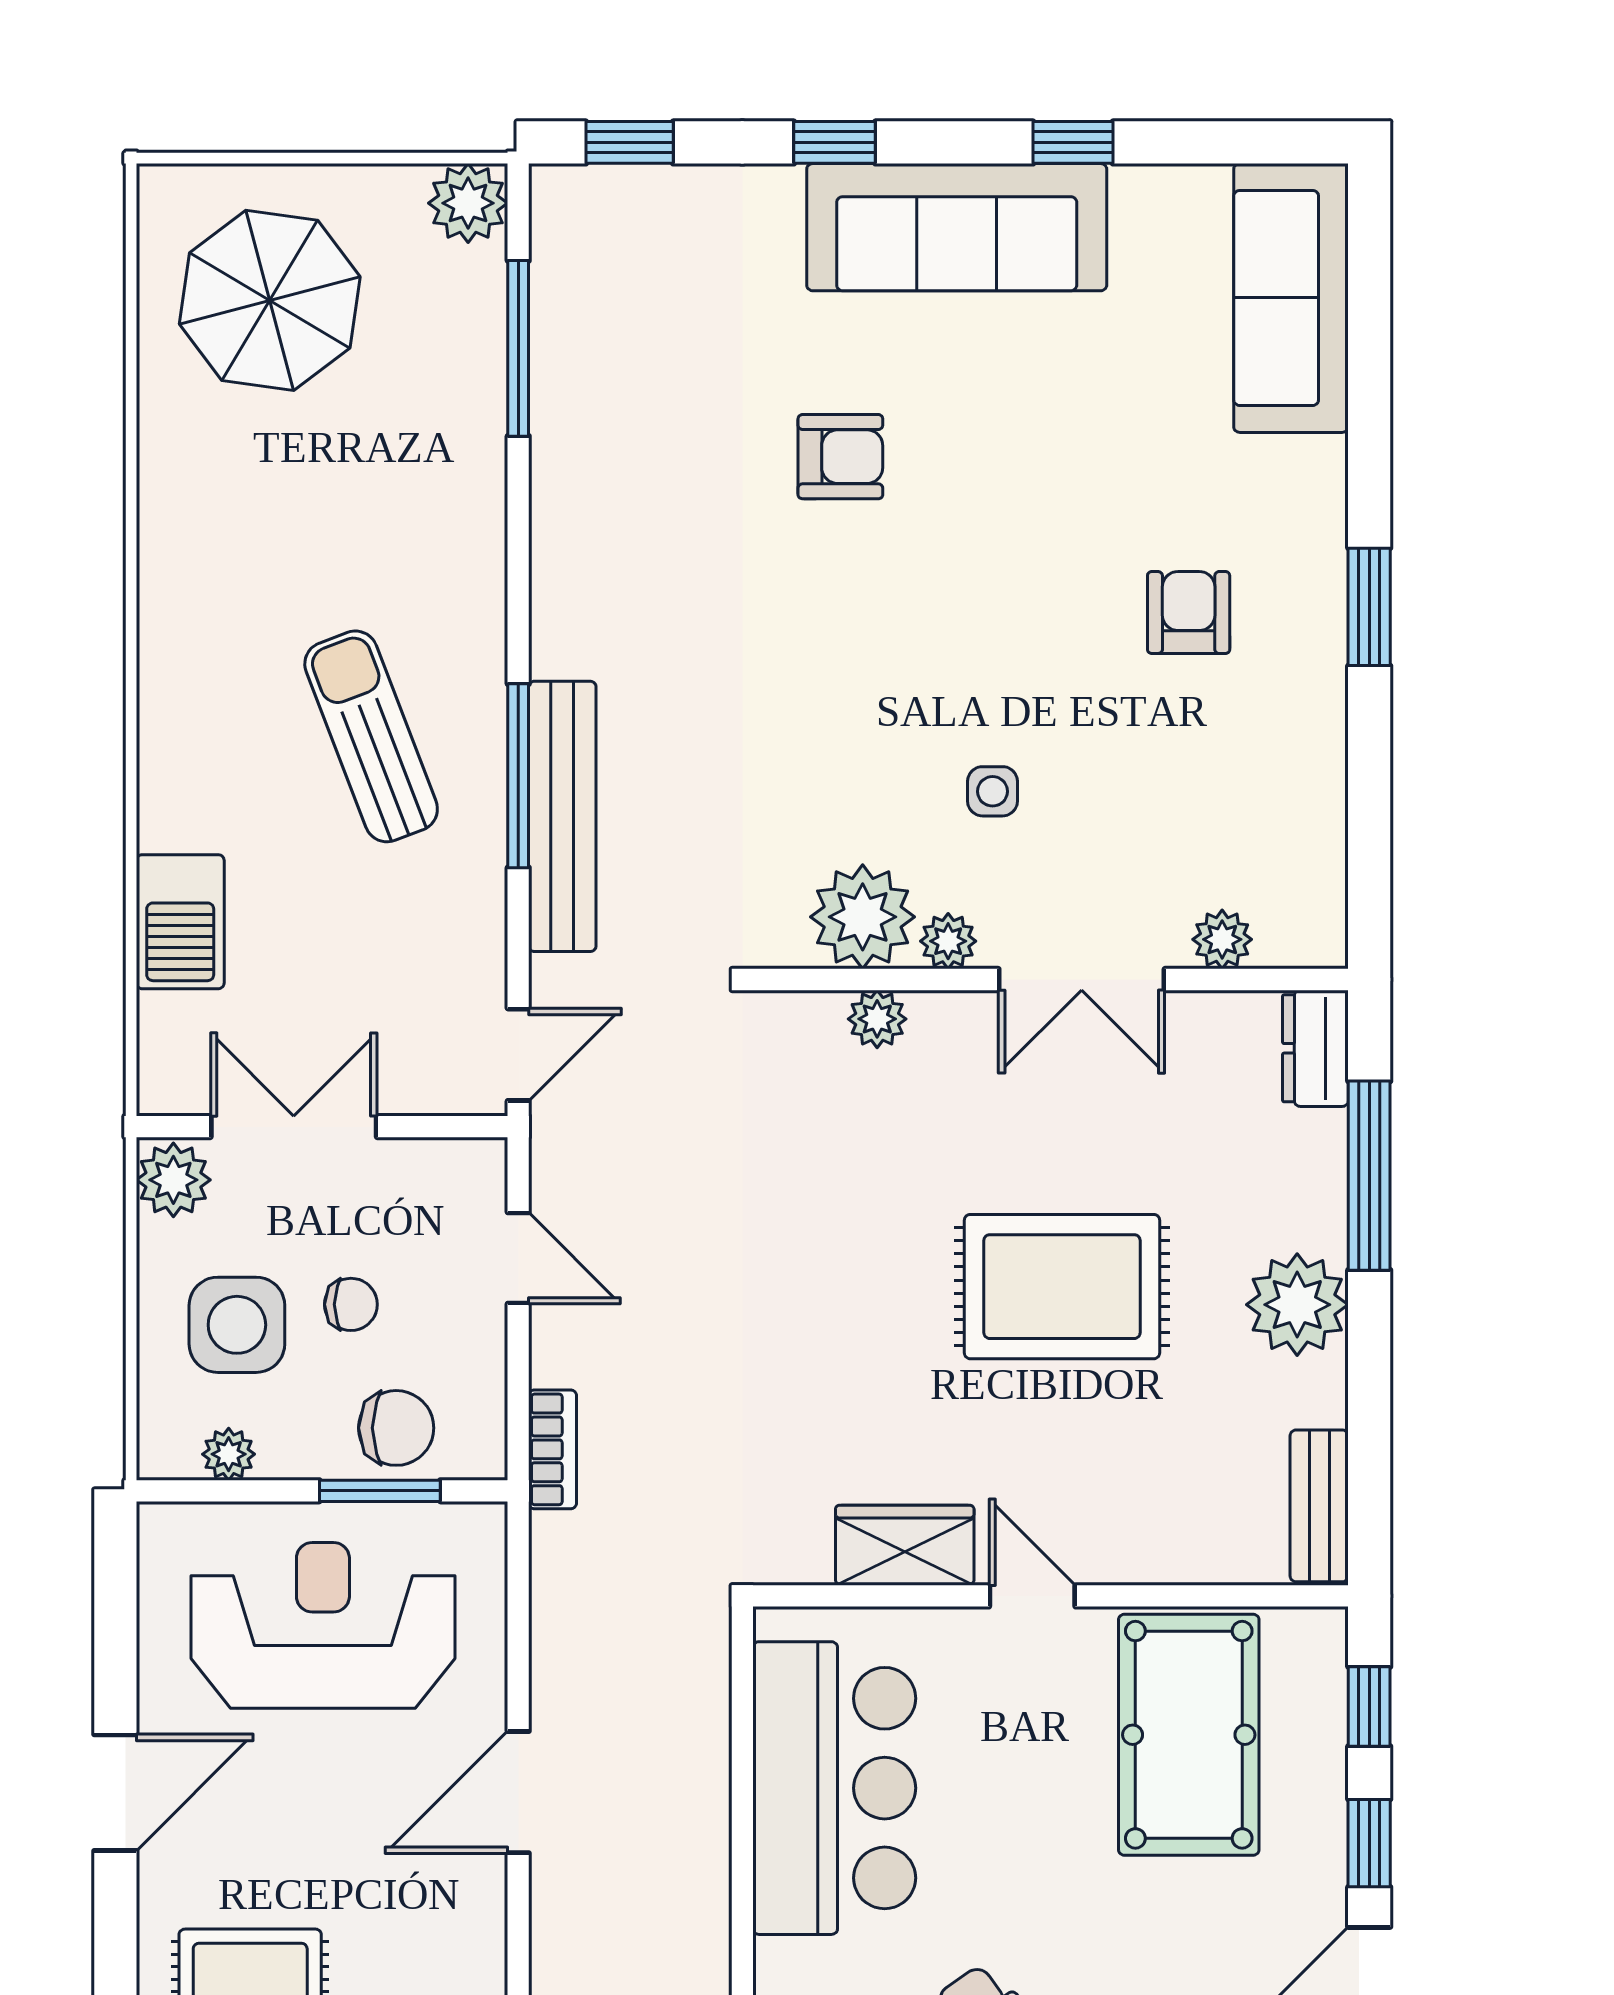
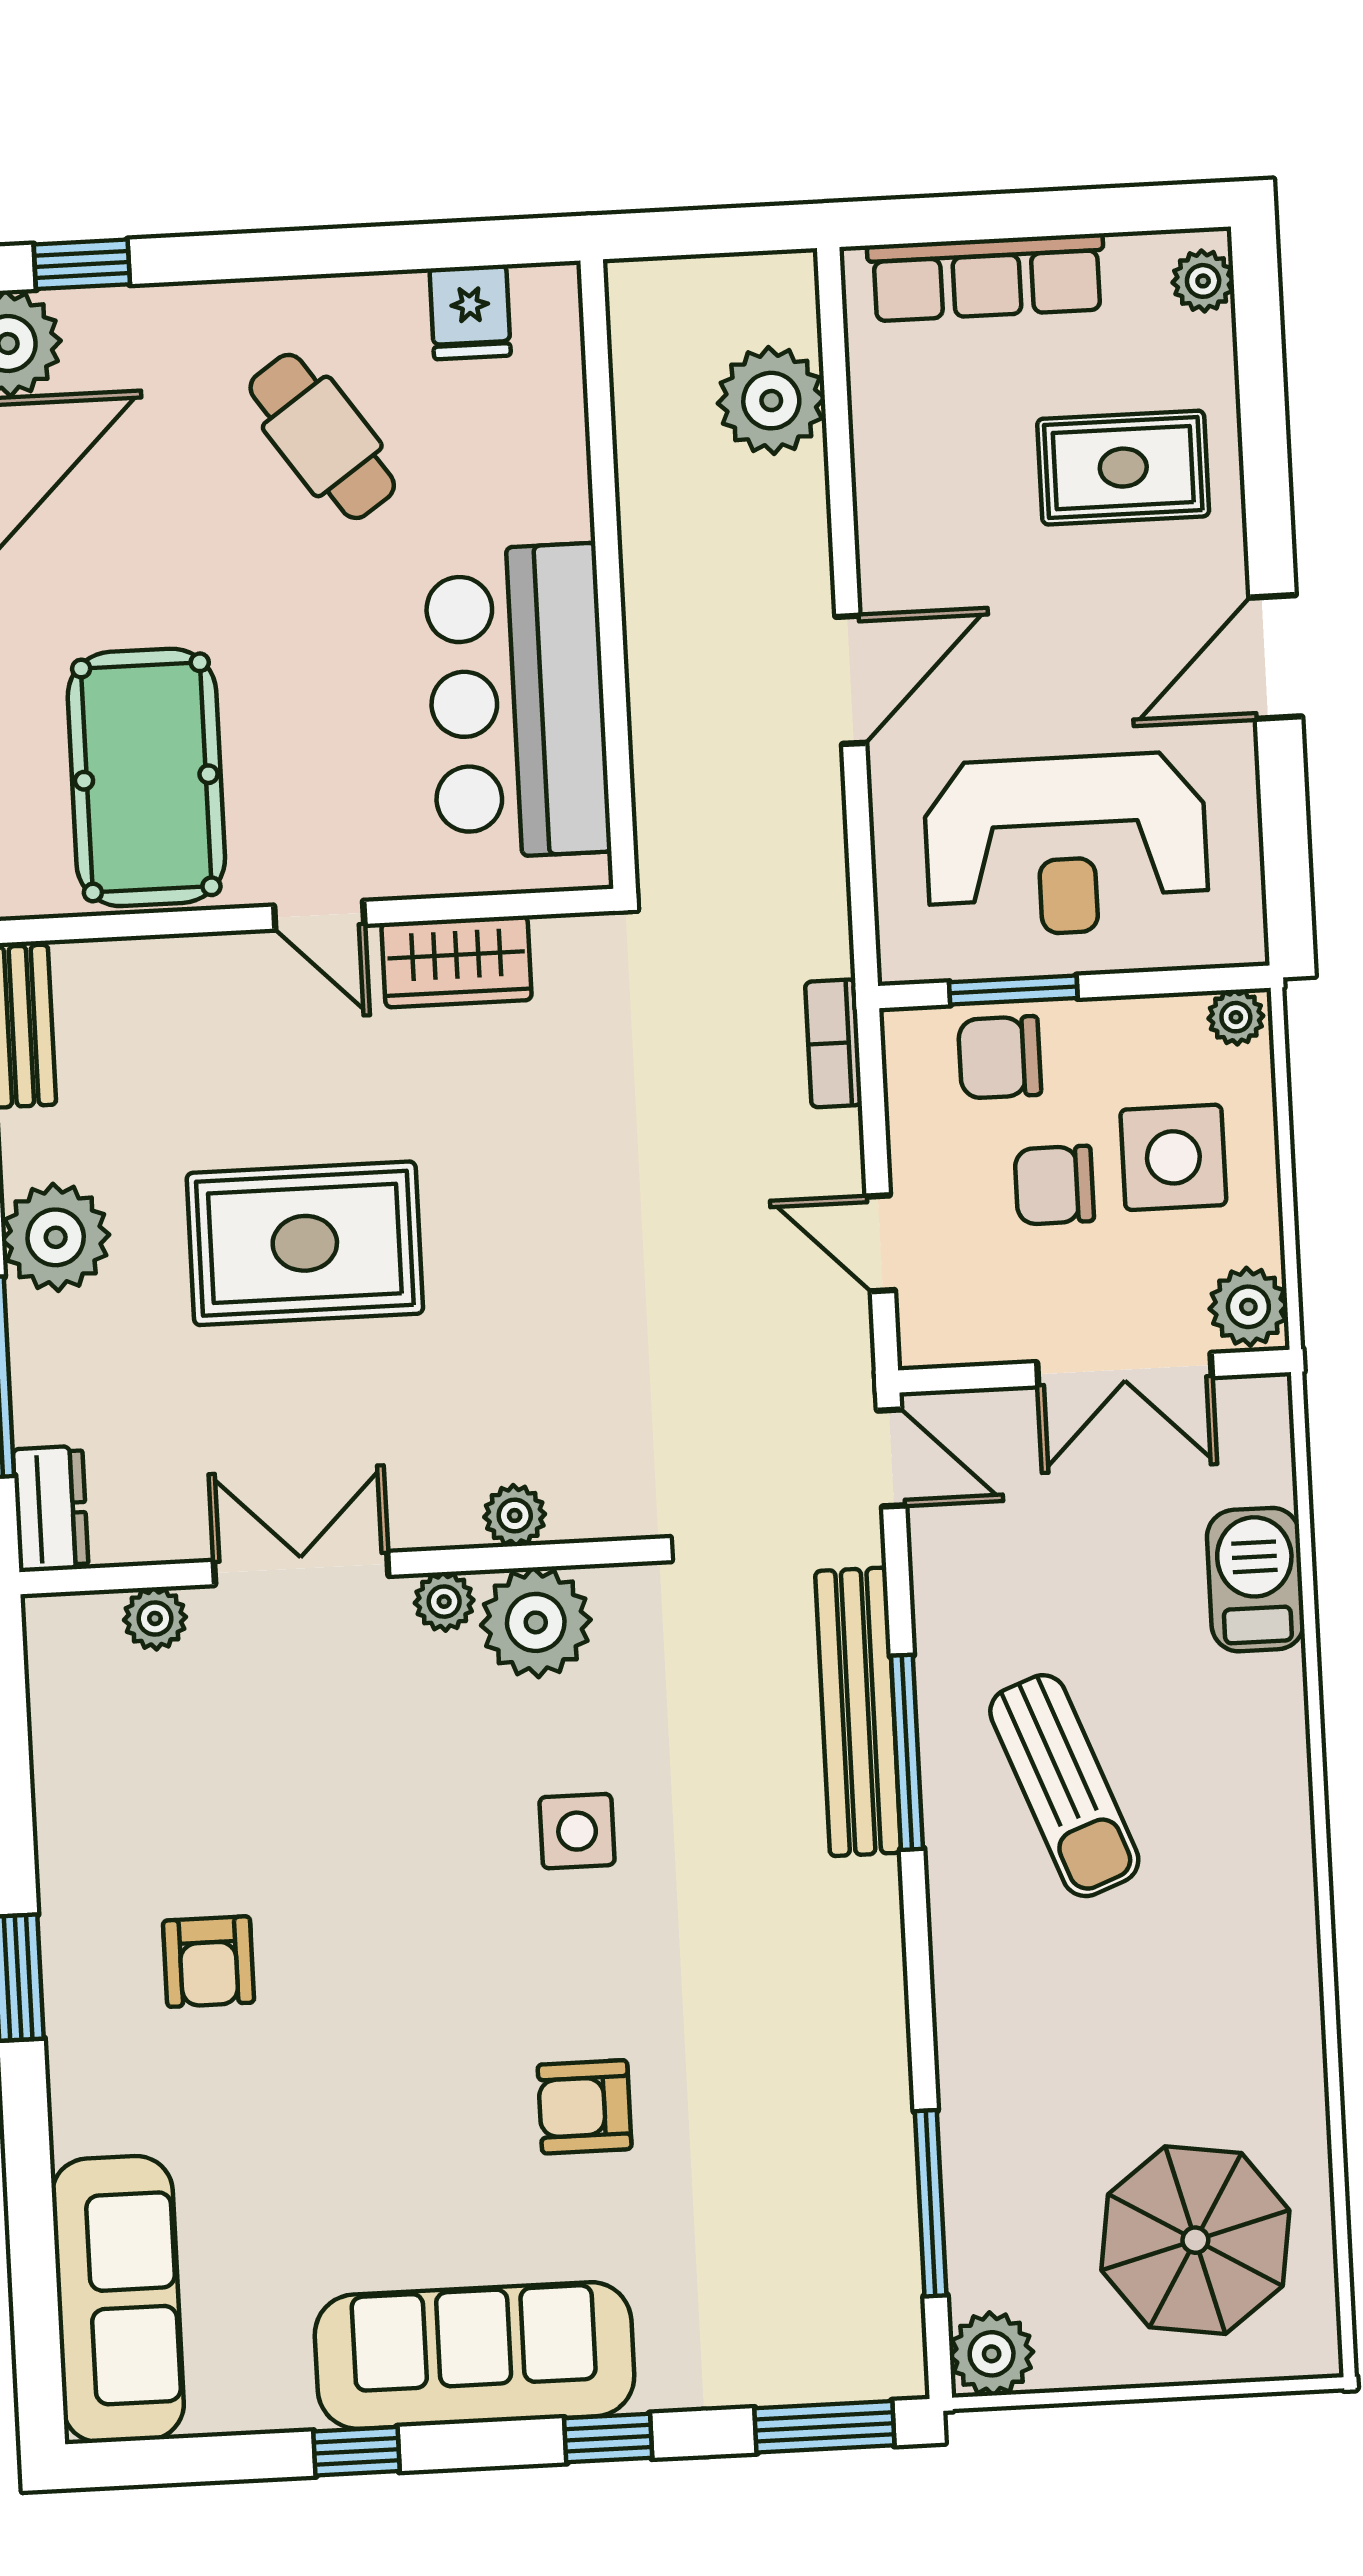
window: (630, 142) -> (824, 2427), width x1.50
side table: (993, 791) -> (577, 1831), moved, width x1.37, depth x1.37
door: (518, 1055) -> (892, 1458), swing flipped
chair: (351, 1304) -> (1054, 1185), width x1.37, depth x1.37
plant: (229, 1454) -> (1236, 1017), moved

